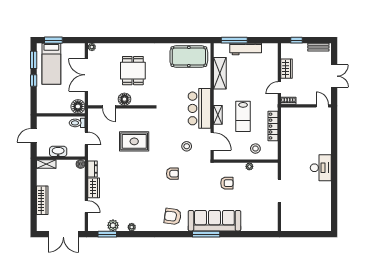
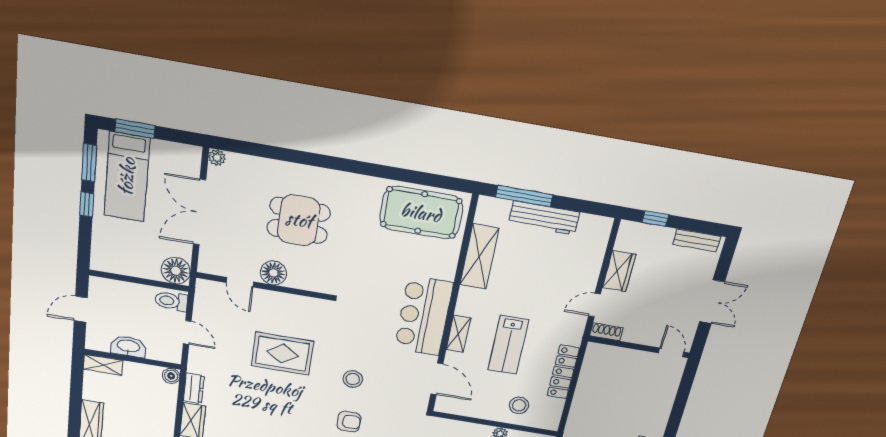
dining table: (133, 71) -> (299, 220), turned 90
stool: (187, 146) -> (353, 379), moved

